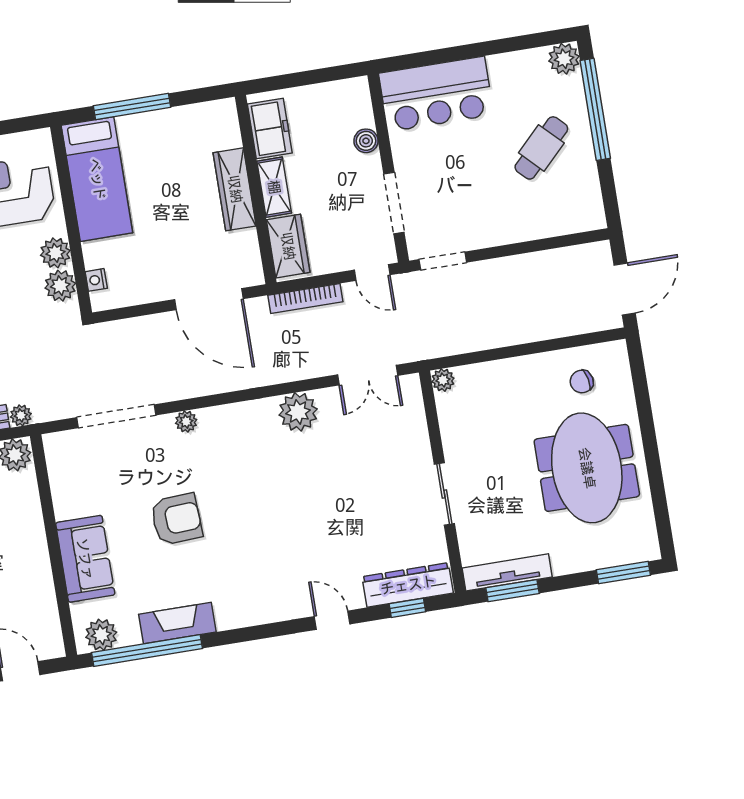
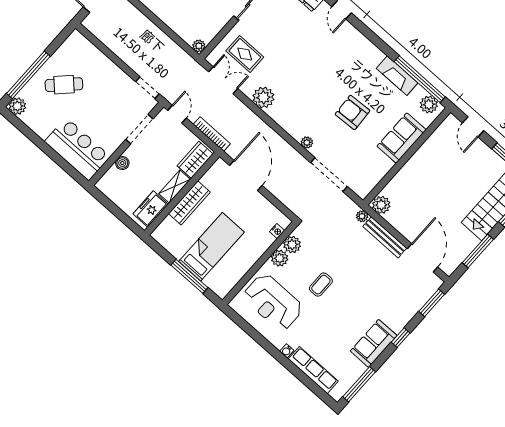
bed: (97, 179) -> (212, 247), moved
rug: (380, 435) -> (245, 54), added

